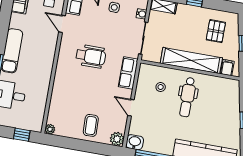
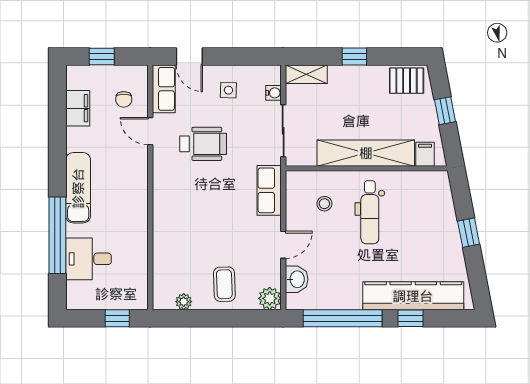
pallet: (216, 31) -> (407, 81), moved, turned 90
wheelchair: (91, 56) -> (203, 144), moved
door: (131, 108) -> (283, 245), swing flipped
plant: (50, 129) -> (184, 302), moved
washbasin: (135, 142) -> (297, 279), moved, turned 90

